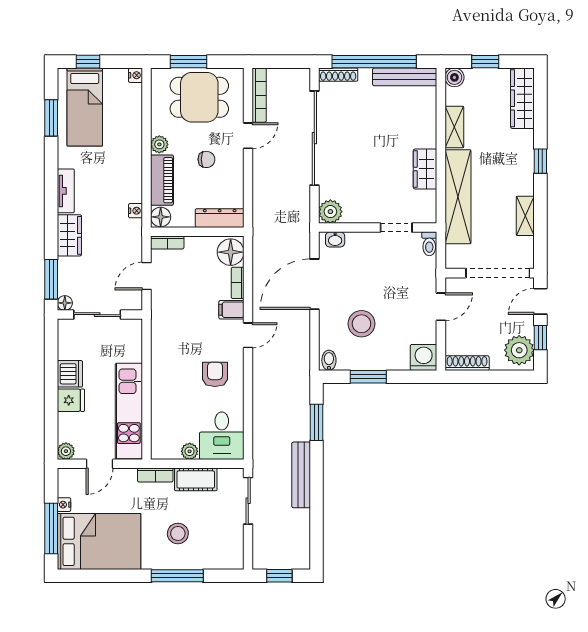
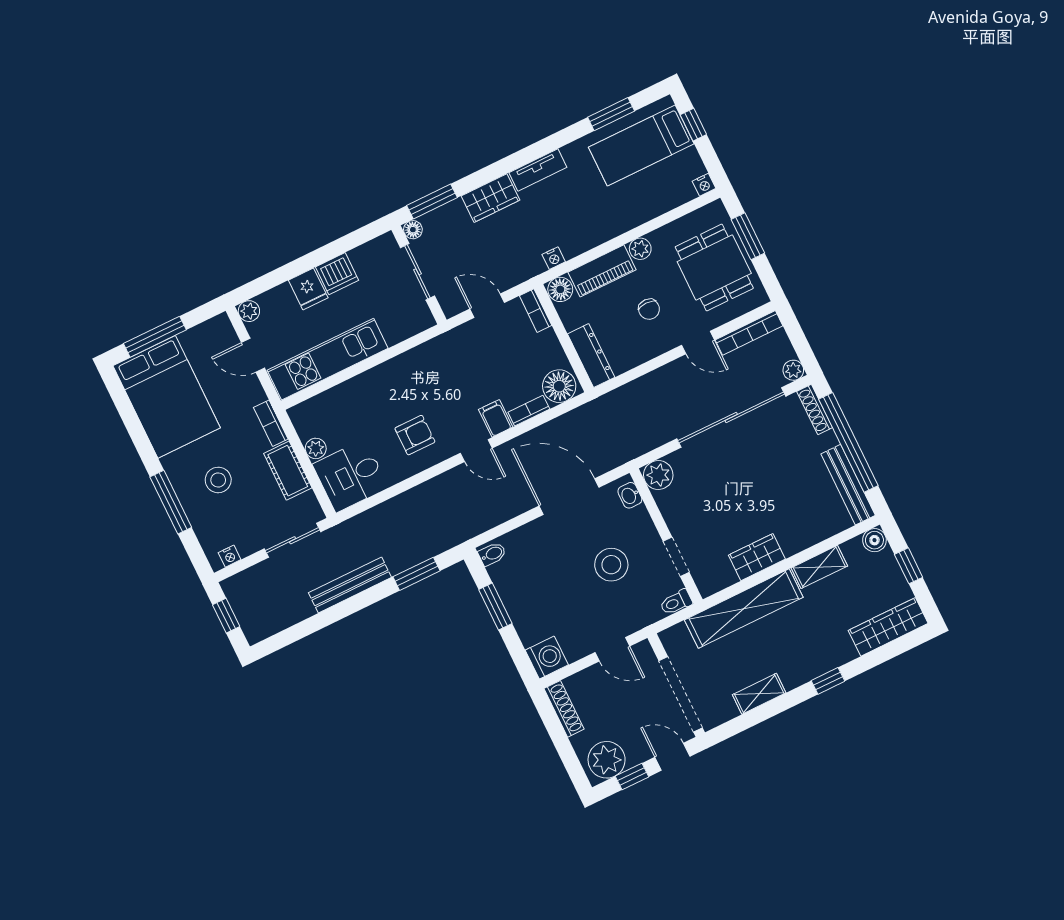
plant: (302, 76) -> (793, 370), added
stool: (361, 324) -> (611, 565), moved
nightstand: (64, 505) -> (230, 556), moved, turned 180

